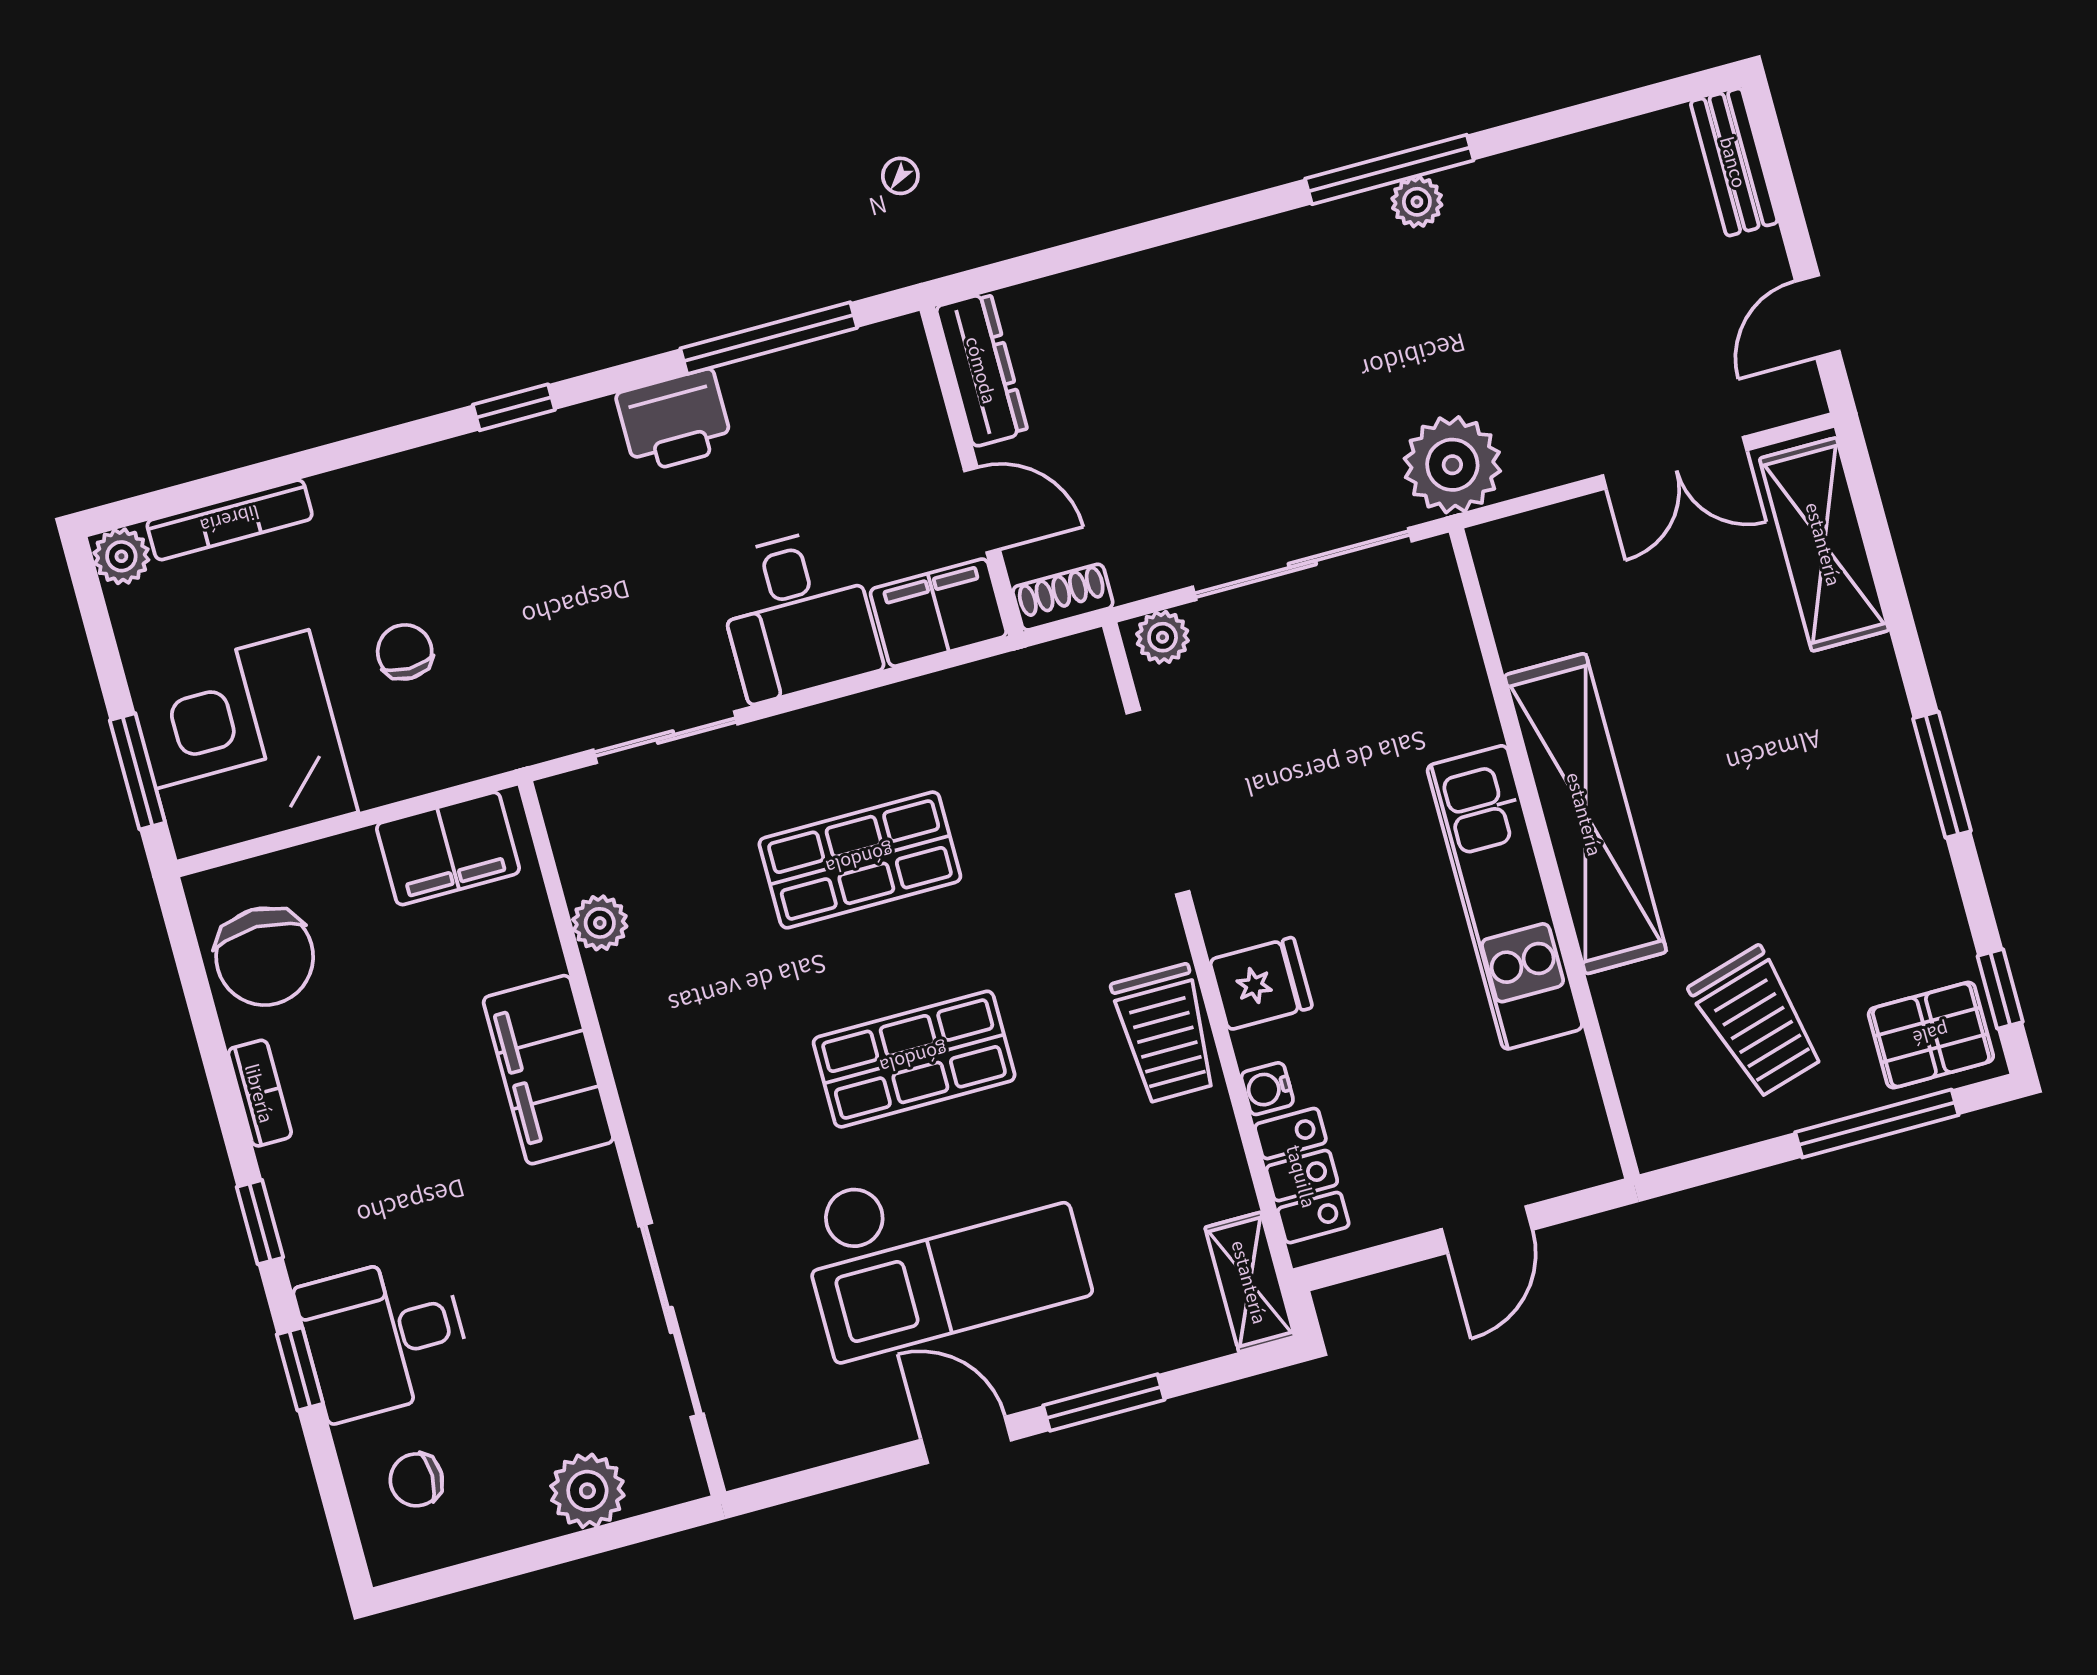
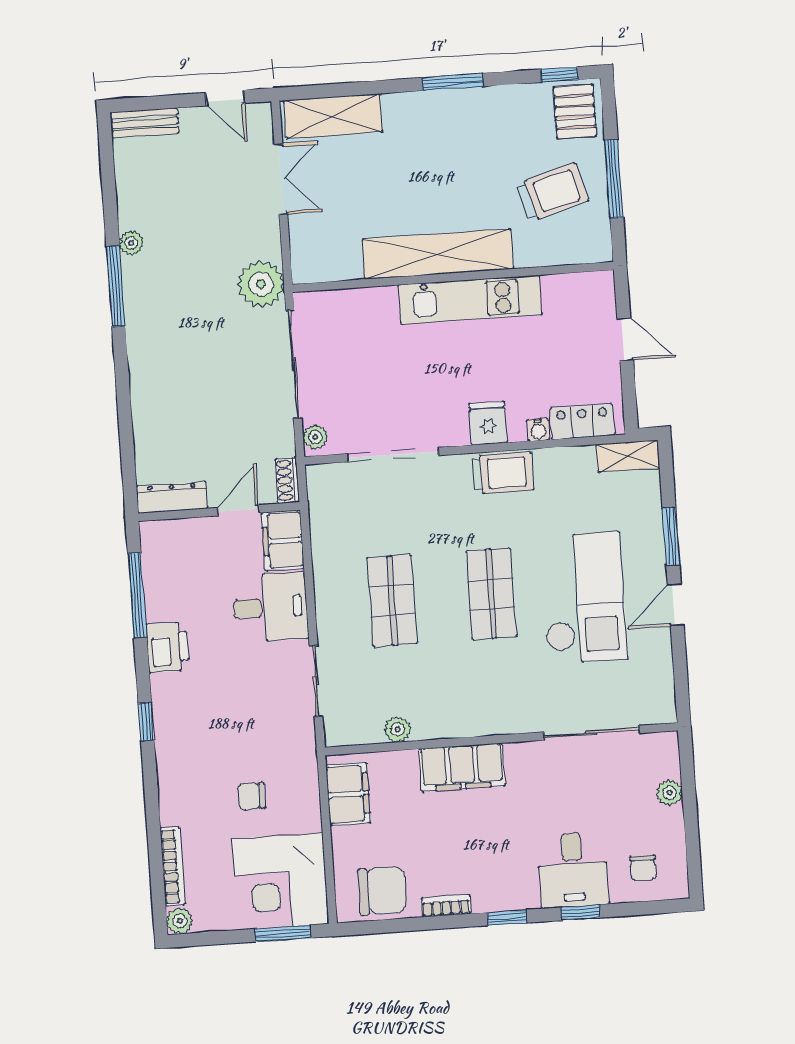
plant: (1417, 202) -> (131, 243), moved
window: (1877, 1124) -> (614, 179), moved
plant: (587, 1491) -> (670, 793), width x0.73, depth x0.73

